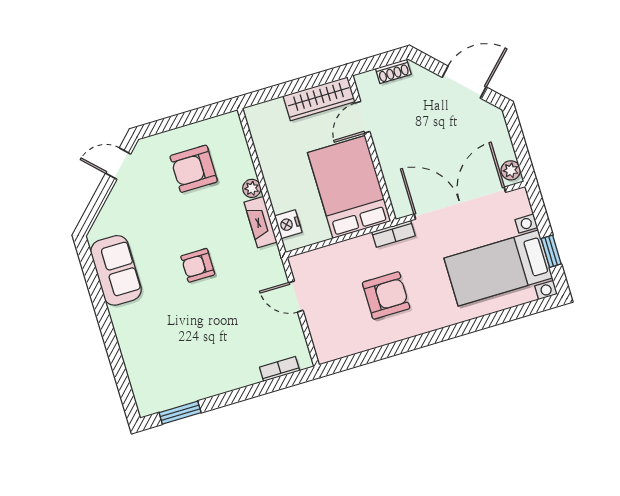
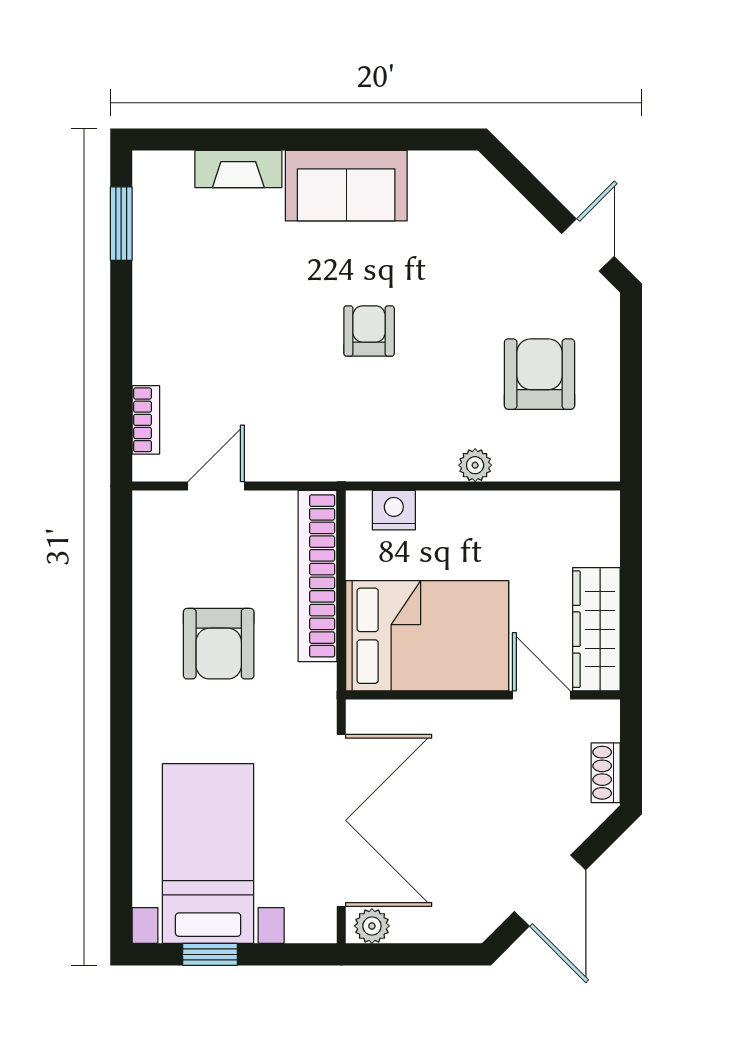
fireplace: (261, 222) -> (238, 169), moved, turned 180
bookcase: (394, 234) -> (317, 576), moved, width x2.31, depth x1.31
sofa: (116, 270) -> (346, 186), moved
door: (296, 296) -> (216, 486), moved

